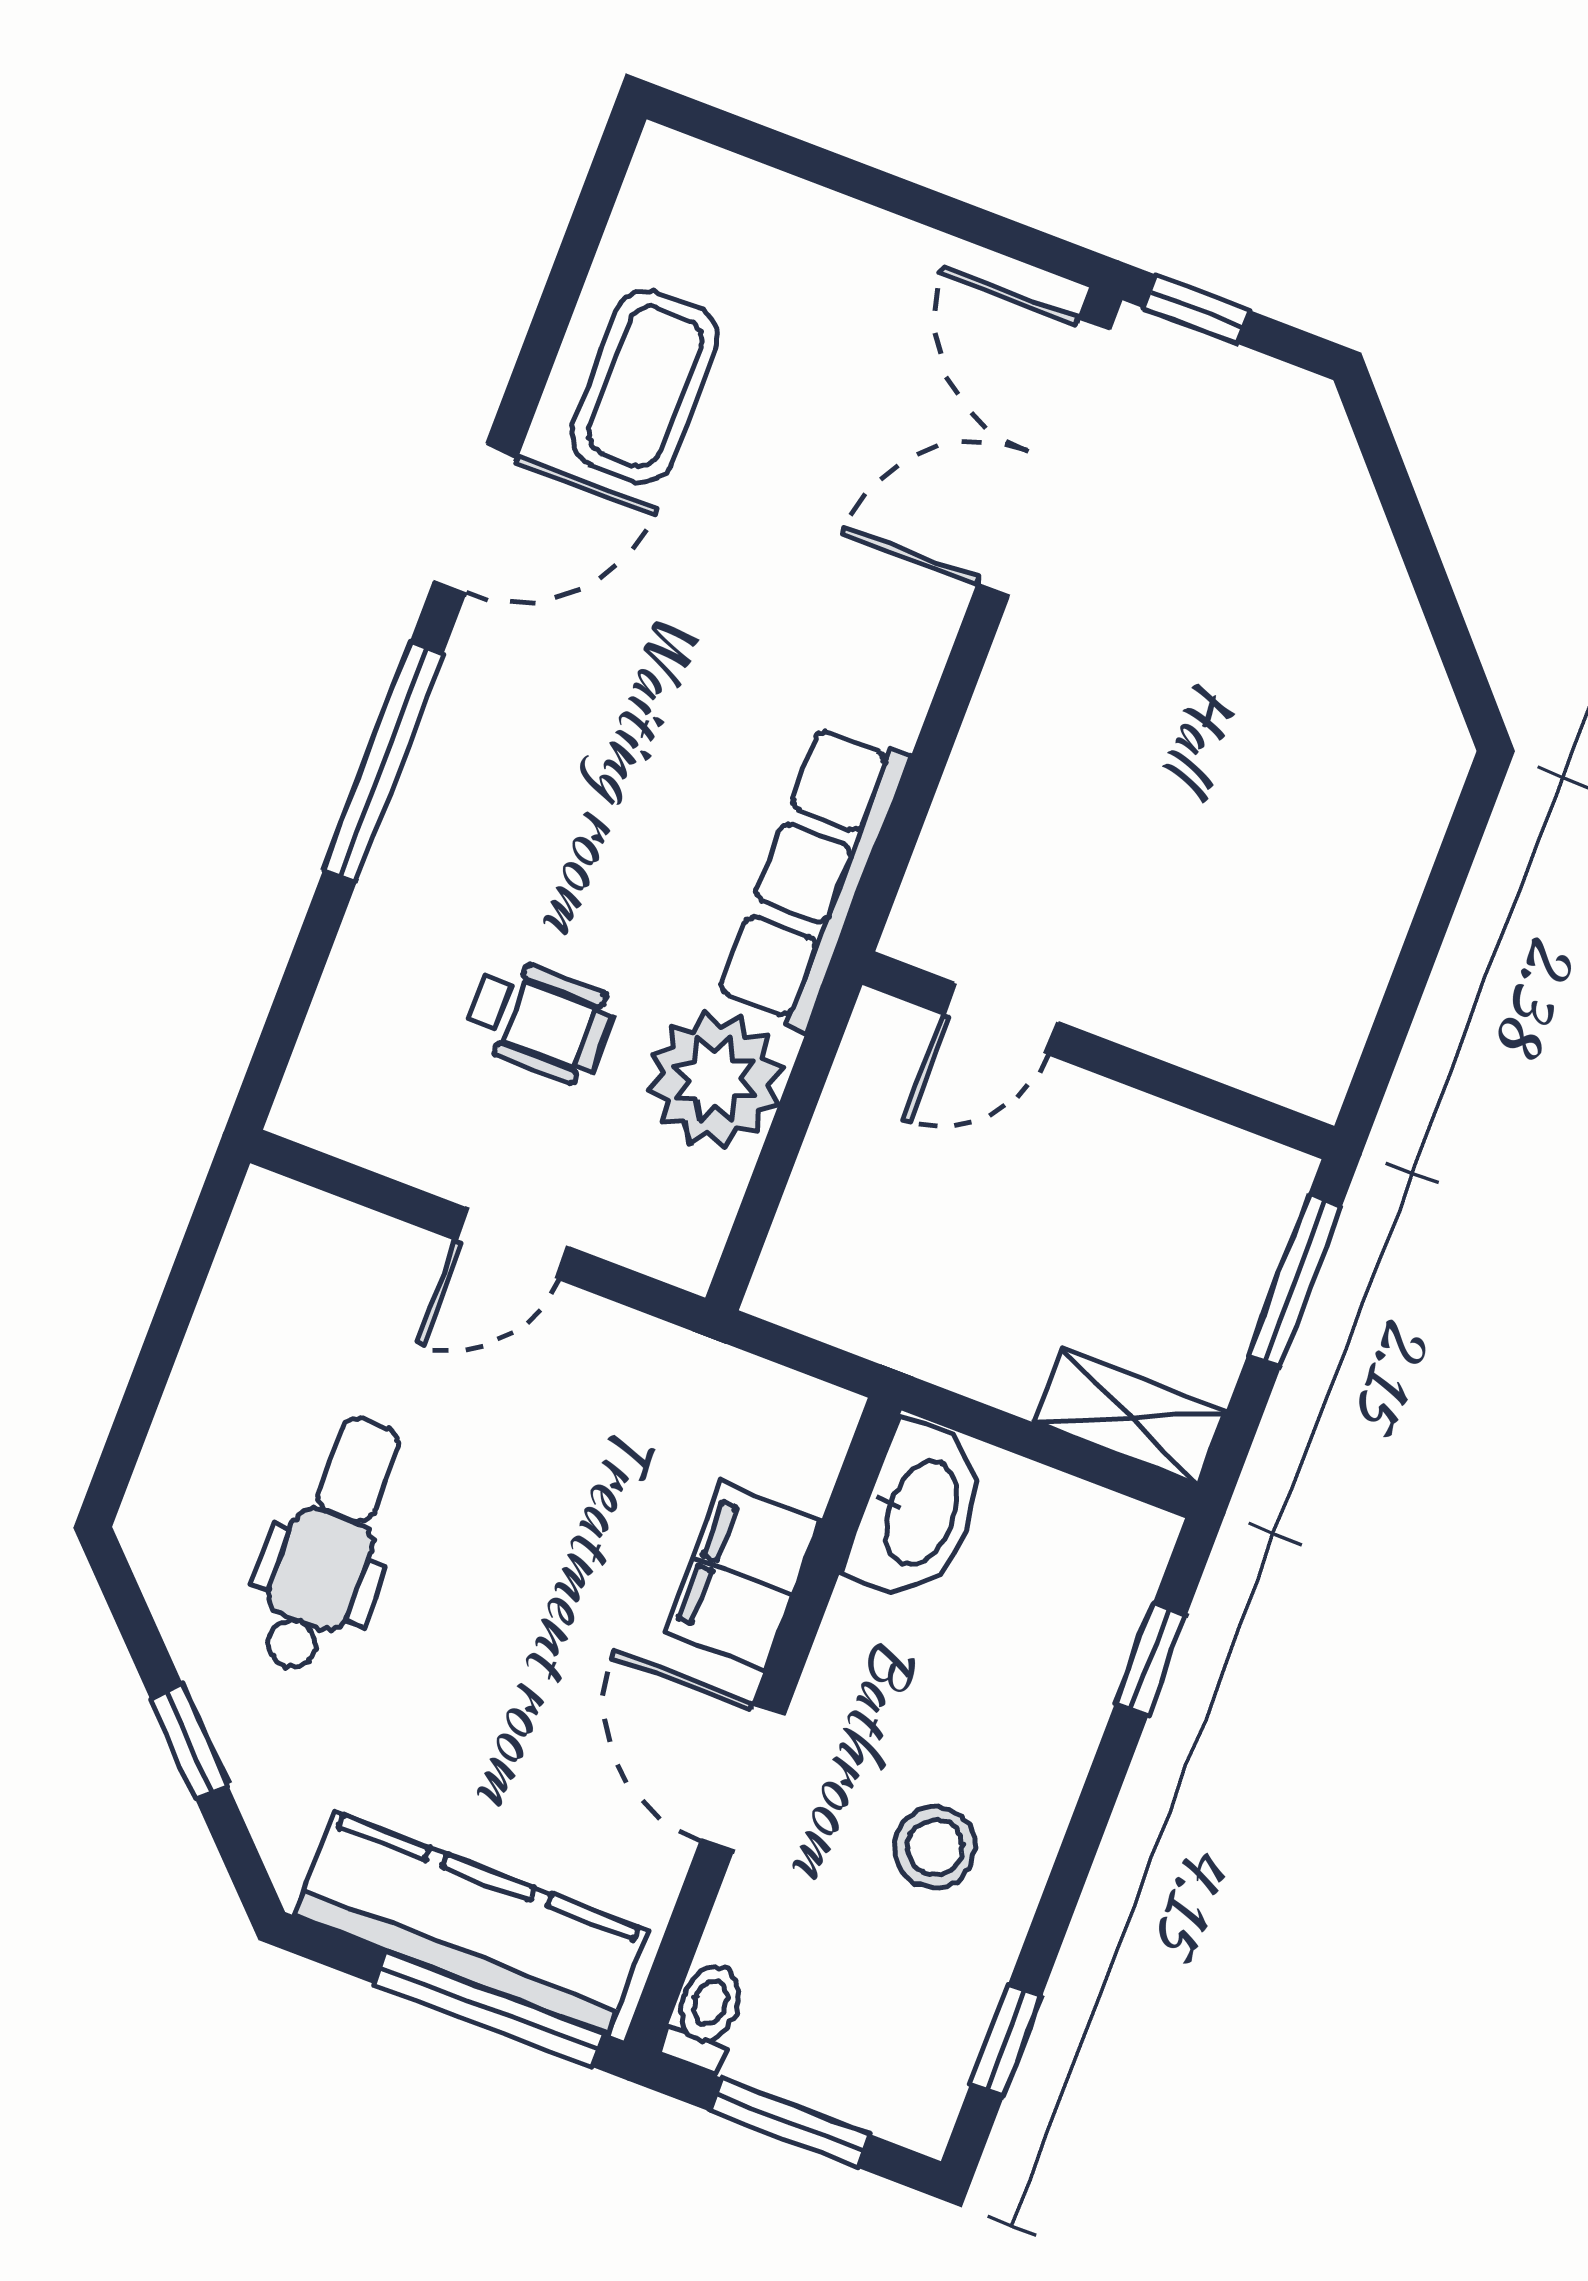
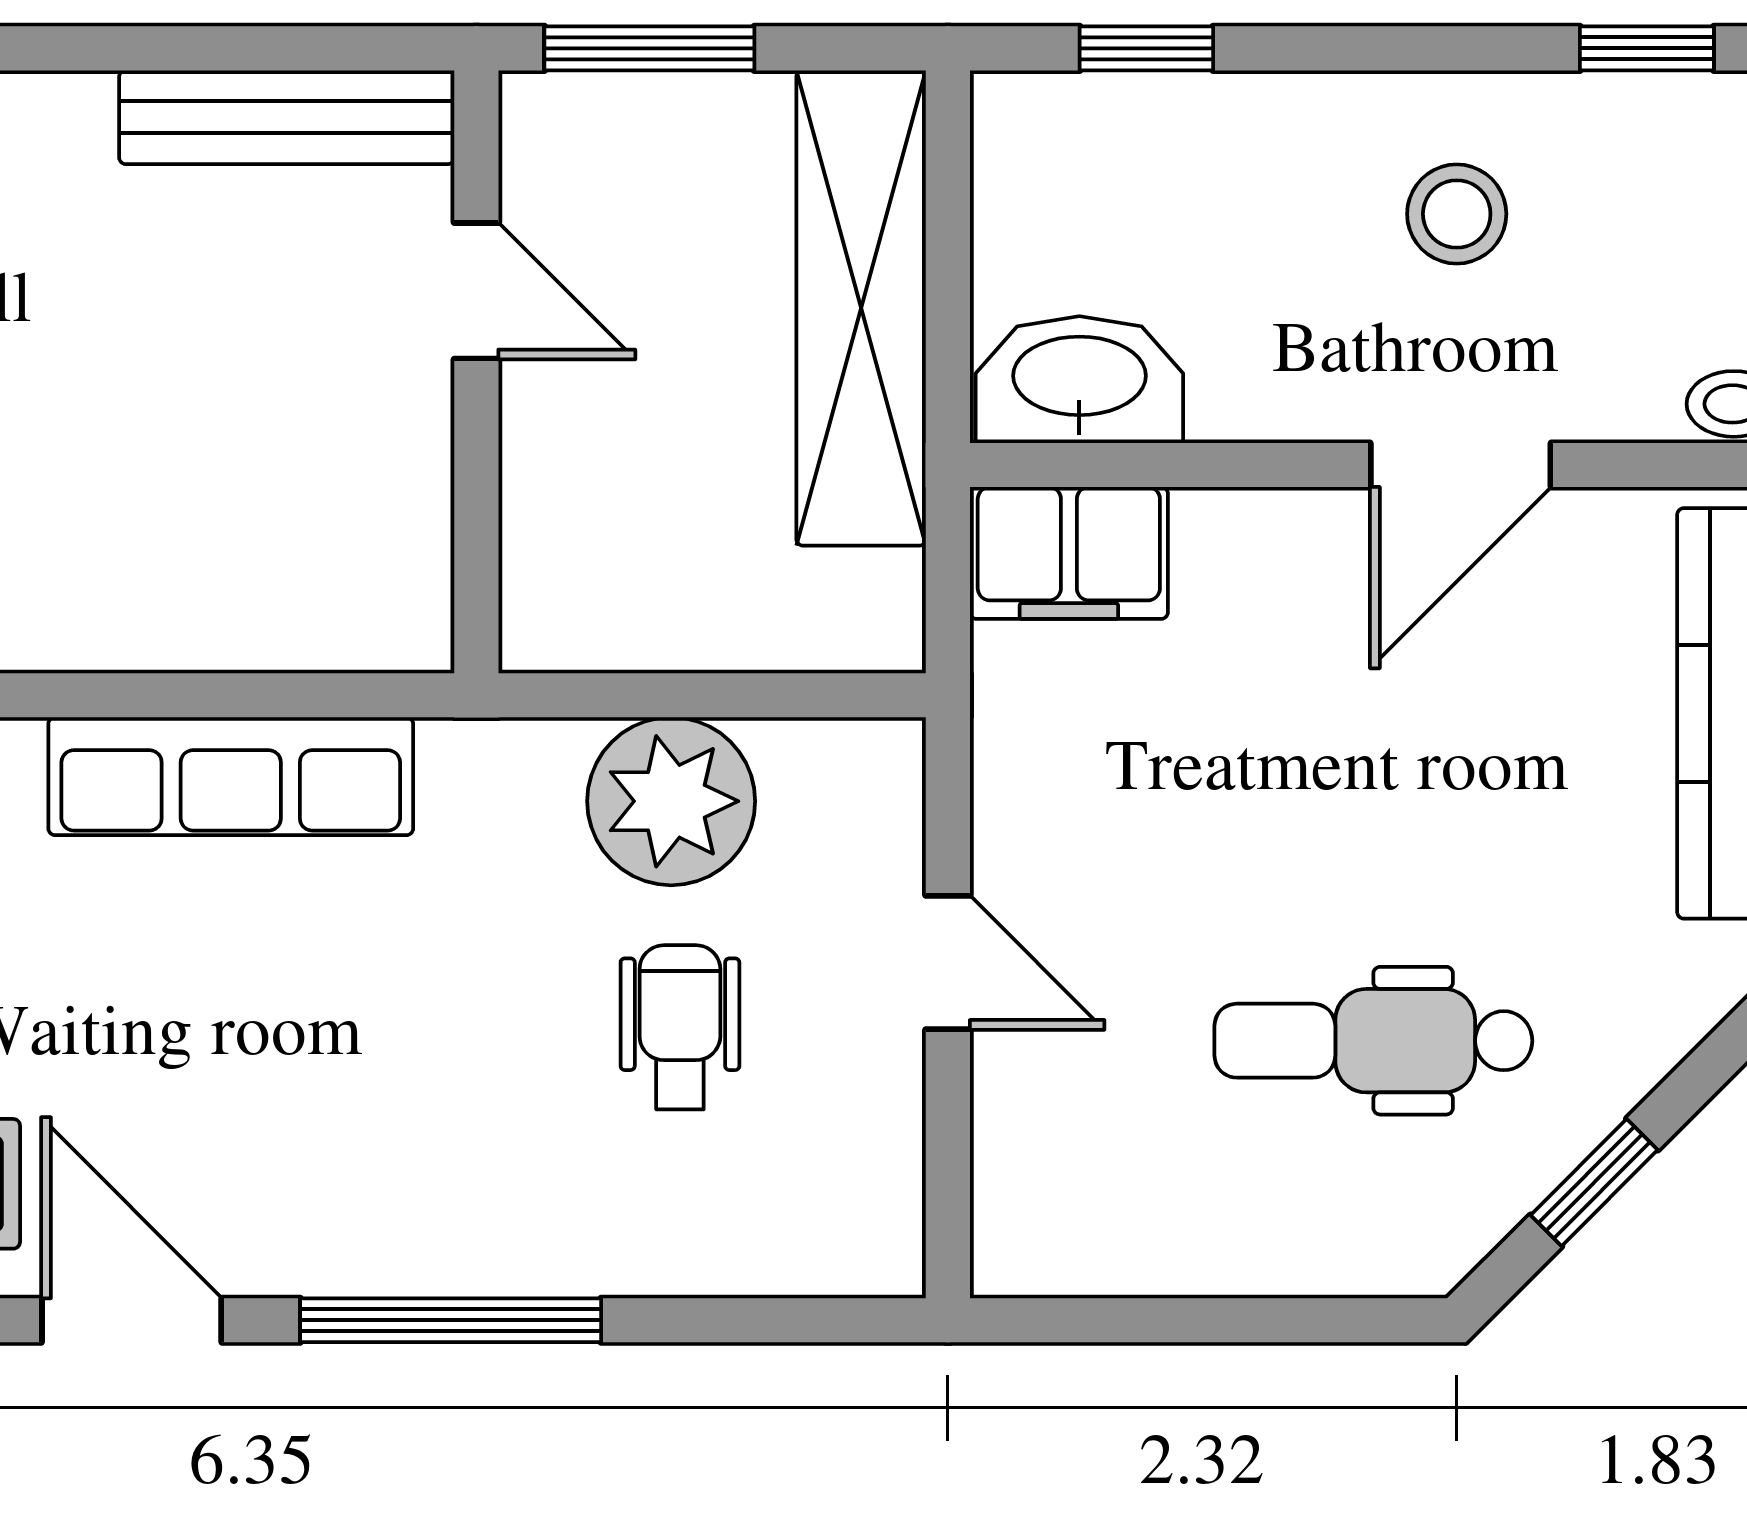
row of seats: (814, 877) -> (231, 776), moved
bench: (1347, 985) -> (287, 117), added
door: (1000, 1018) -> (476, 291), moved
shelving: (1130, 1417) -> (861, 308), width x2.20, depth x1.33
filing cabinet: (743, 1576) -> (1069, 553), moved
window: (189, 1742) -> (1594, 1182), moved

